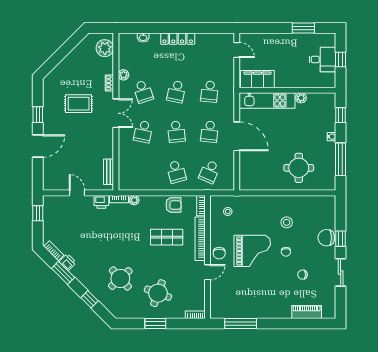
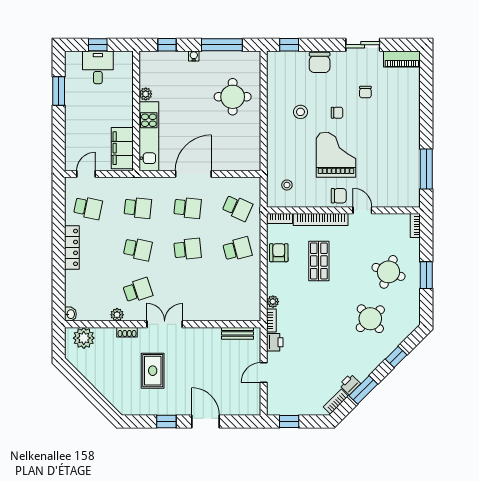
washbasin: (143, 37) -> (70, 314), moved
school desk: (143, 132) -> (88, 208), moved
window: (341, 239) -> (289, 45), moved
piano: (307, 312) -> (402, 59), moved, turned -90

